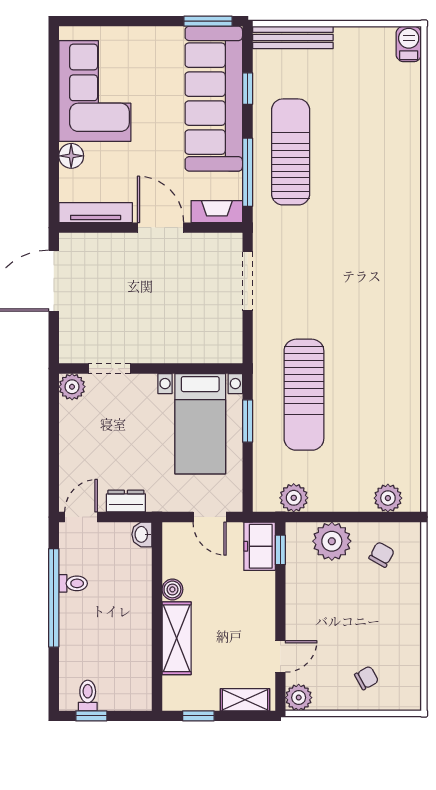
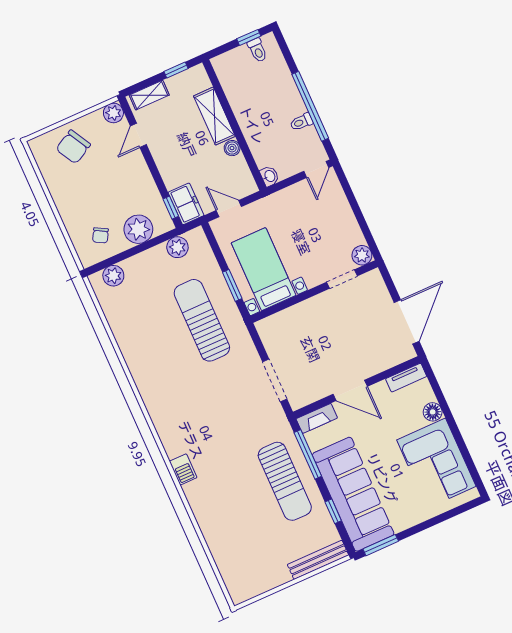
barbecue: (409, 44) -> (183, 469), moved
tv unit: (96, 213) -> (406, 378), width x0.71
dresser: (126, 501) -> (291, 194), removed
chair: (367, 678) -> (73, 147), width x1.87, depth x1.87

